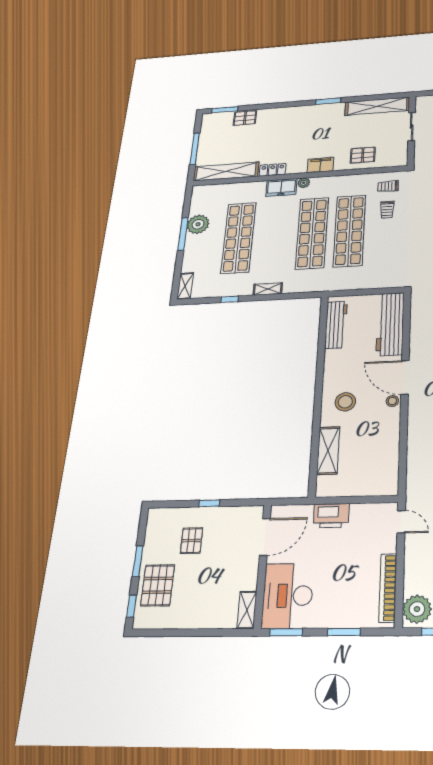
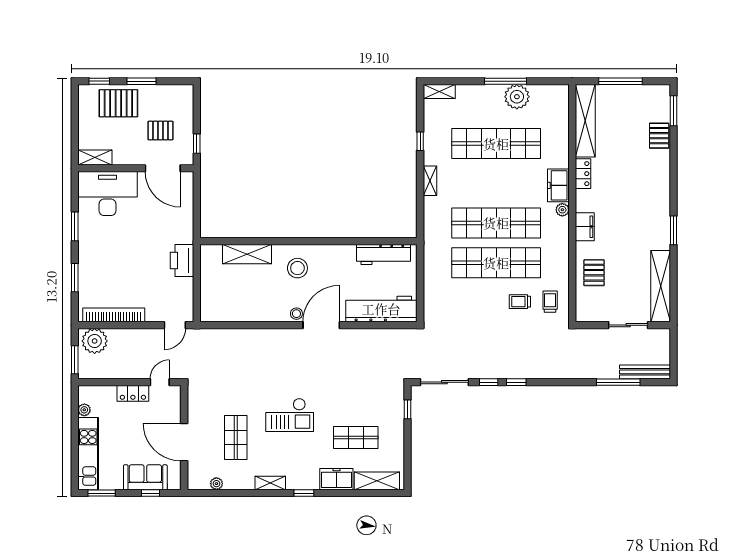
door: (265, 537) -> (163, 168), moved
wall: (262, 565) -> (136, 168), moved
desk: (288, 596) -> (108, 194), moved
shelving: (247, 610) -> (95, 158), moved

